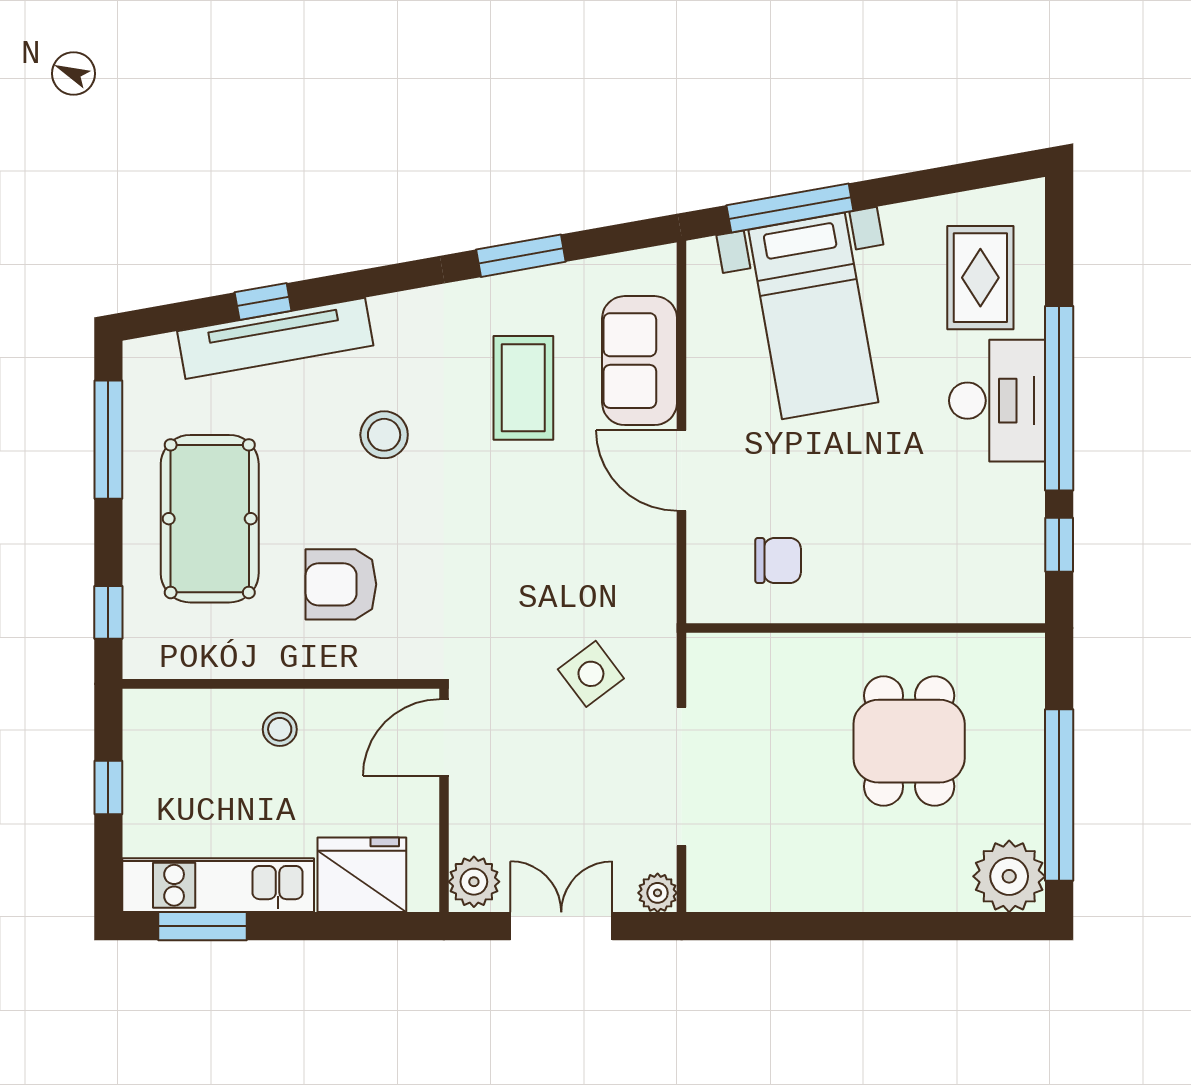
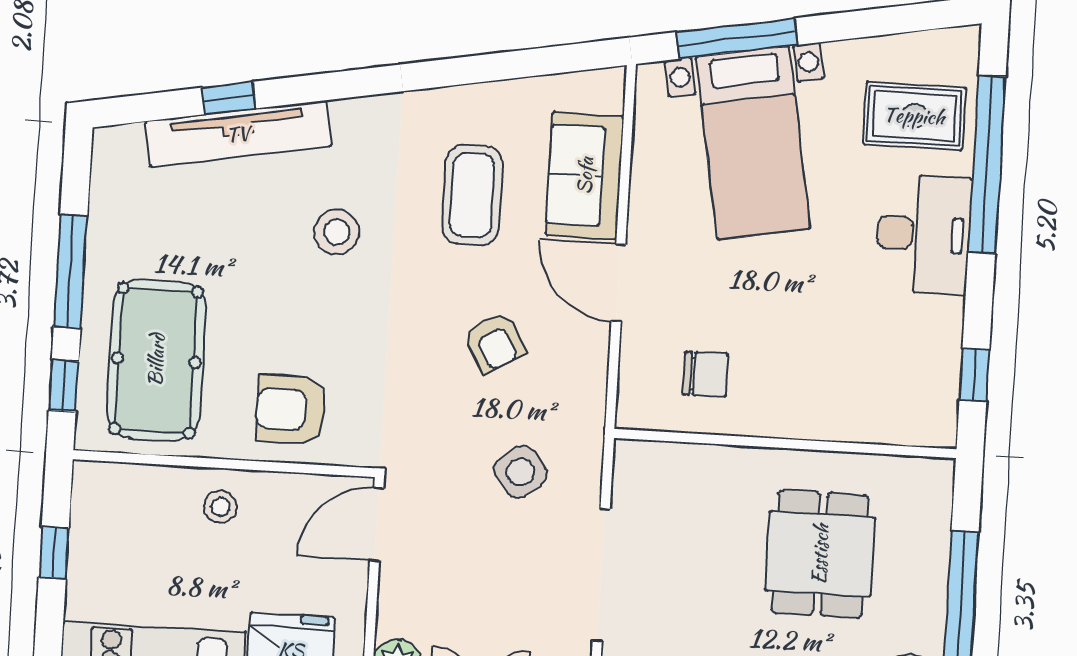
window: (521, 256) -> (477, 69), removed
rug: (980, 278) -> (914, 116), turned 90
window: (1059, 398) -> (987, 165), moved
window: (108, 440) -> (70, 271), moved
pool table: (210, 519) -> (156, 360), moved
armchair: (556, 541) -> (494, 343), added
armchair: (341, 584) -> (291, 410), moved

